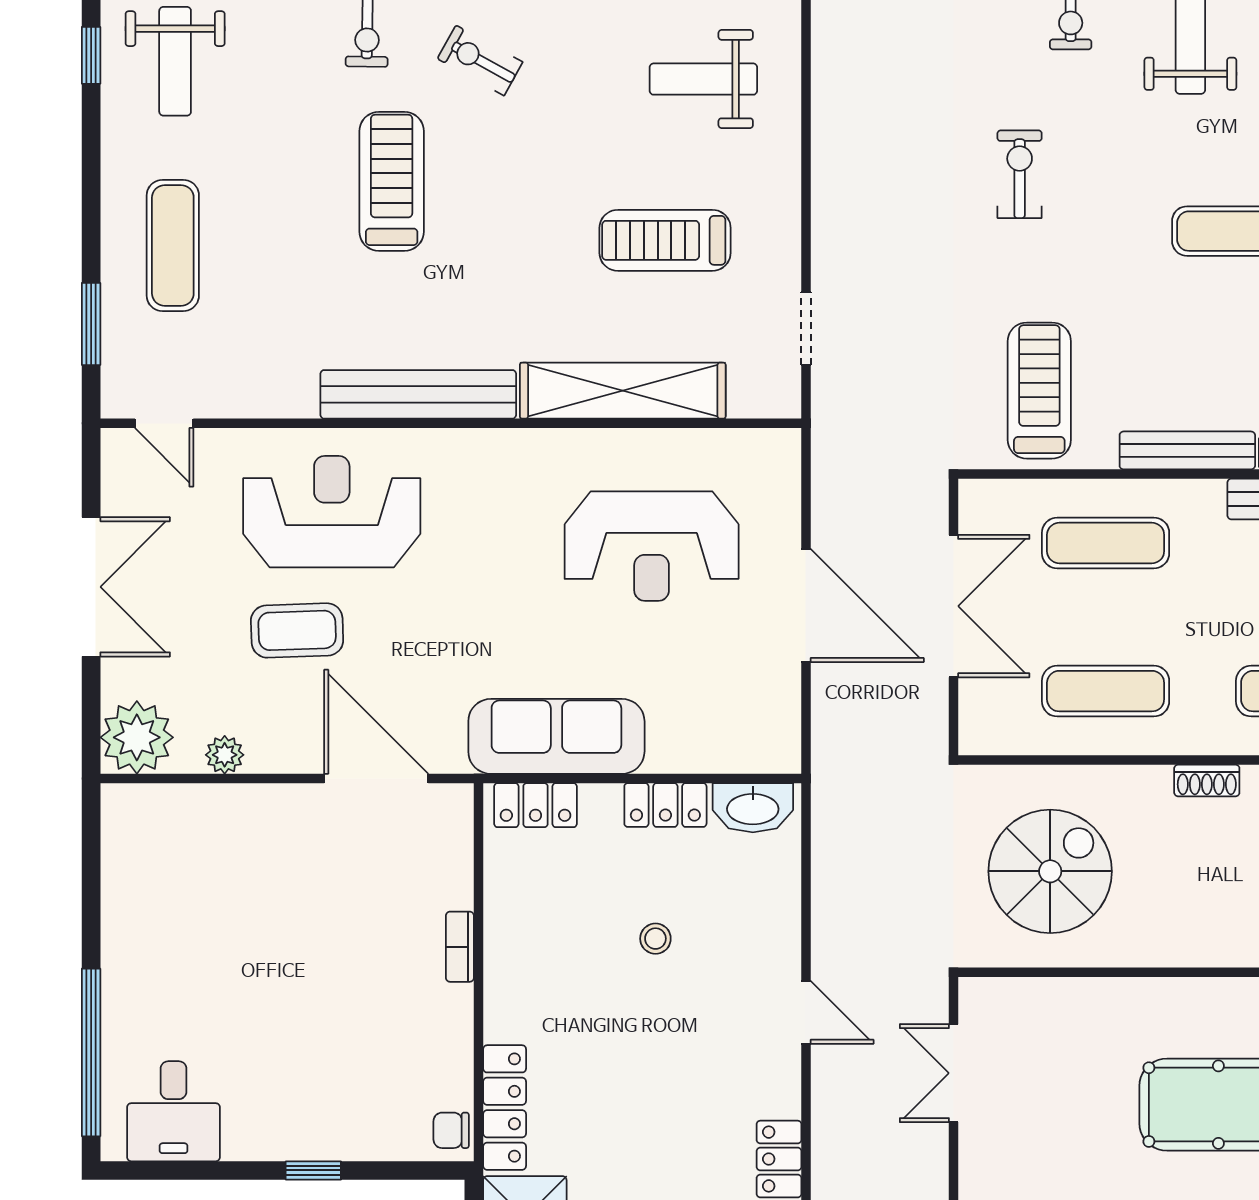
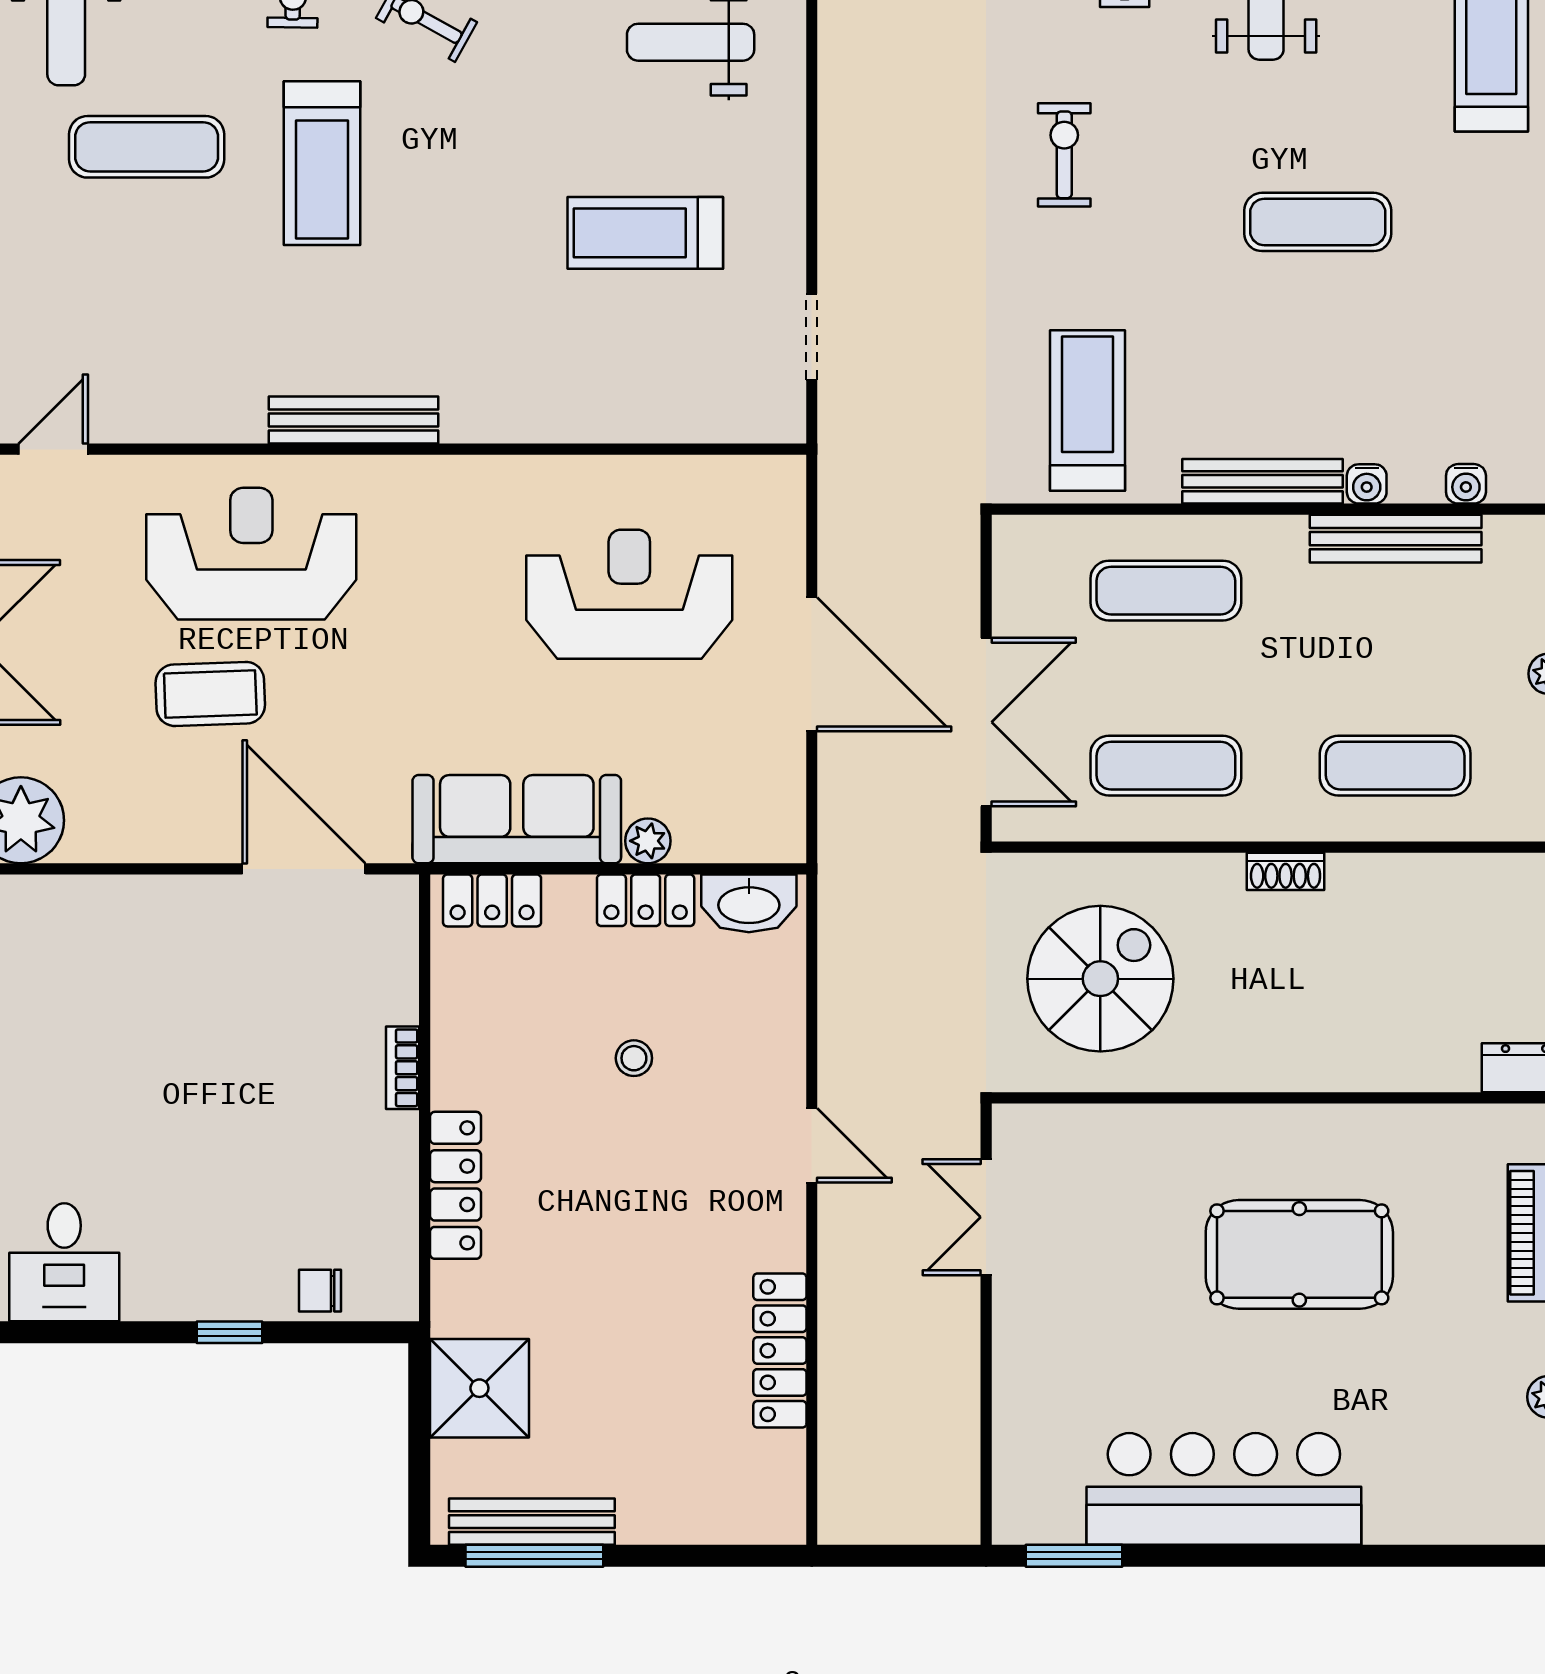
treadmill: (392, 181) -> (322, 163), turned 180
exercise mat: (173, 245) -> (147, 147), moved, turned 90
shelving: (623, 391) -> (595, 411), removed
bench: (418, 394) -> (354, 420), width x0.73, depth x0.82
door: (164, 423) -> (53, 449), swing flipped
reception desk: (652, 546) -> (629, 594), turned 180
double door: (954, 606) -> (986, 722), moved
plant: (225, 755) -> (648, 841), moved
locker: (505, 1108) -> (456, 1185), moved
chair: (451, 1130) -> (320, 1291), moved

